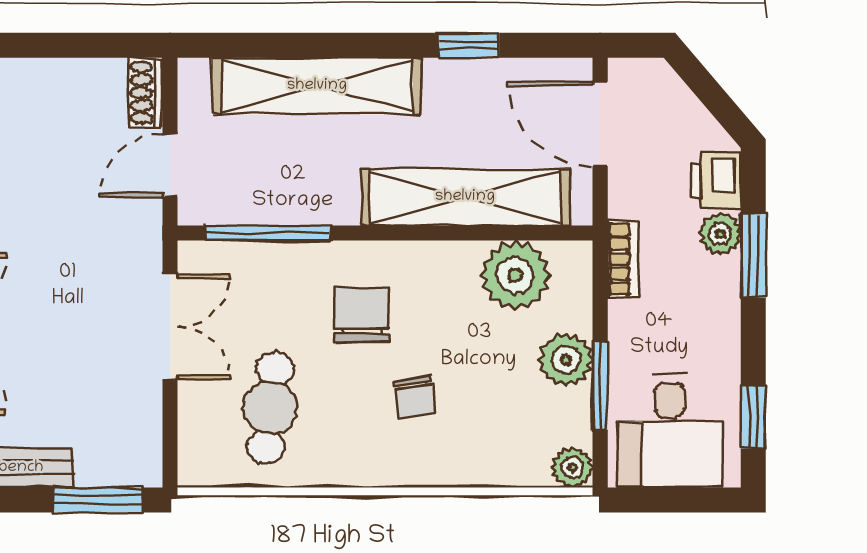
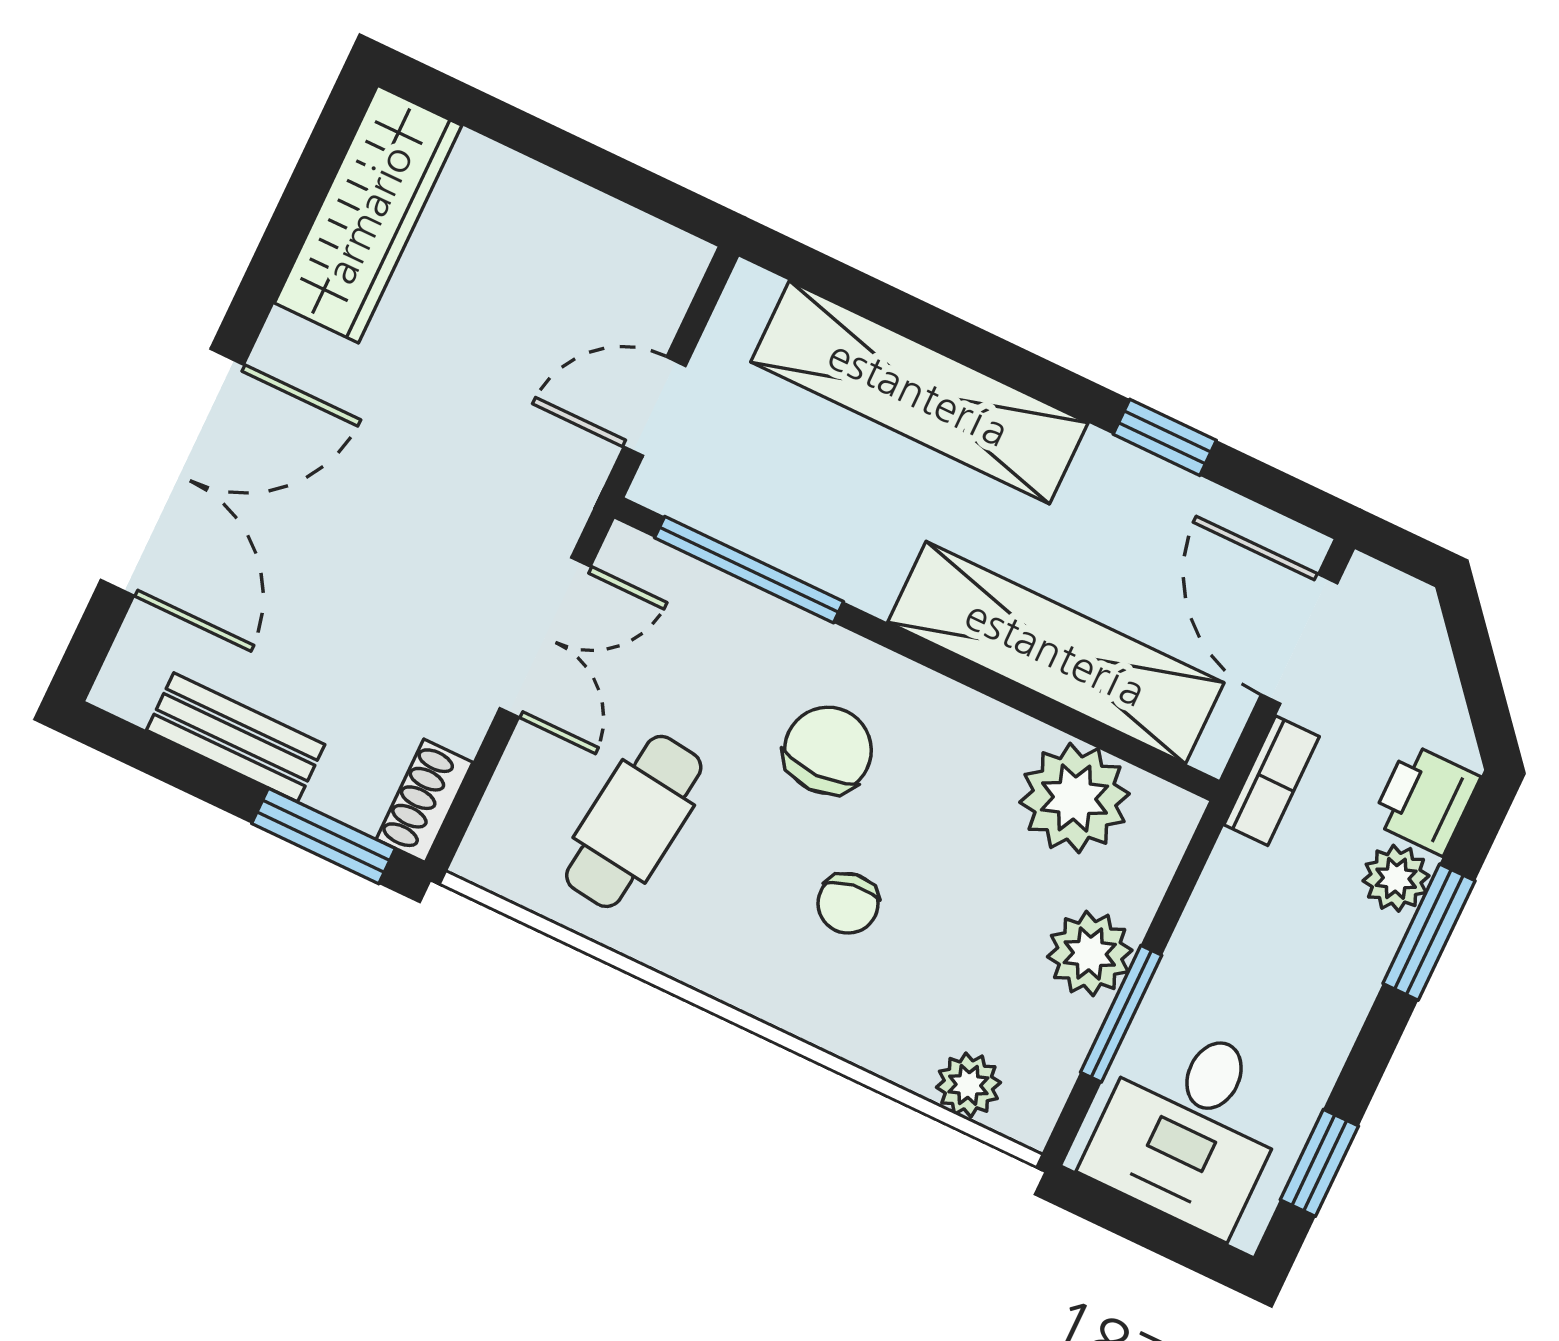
shoe rack: (146, 93) -> (425, 801), moved
bookcase: (623, 259) -> (1272, 781), moved
plant: (572, 467) -> (968, 1085), moved

